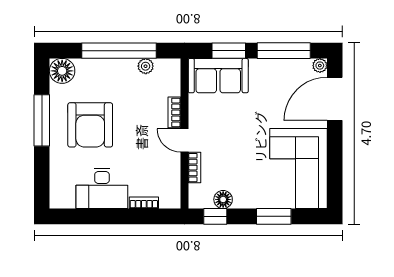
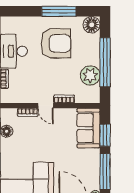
plant: (146, 66) -> (90, 75), width x1.88, depth x1.88
armchair: (90, 125) -> (56, 43), turned 180
door: (184, 140) -> (46, 106), swing flipped

